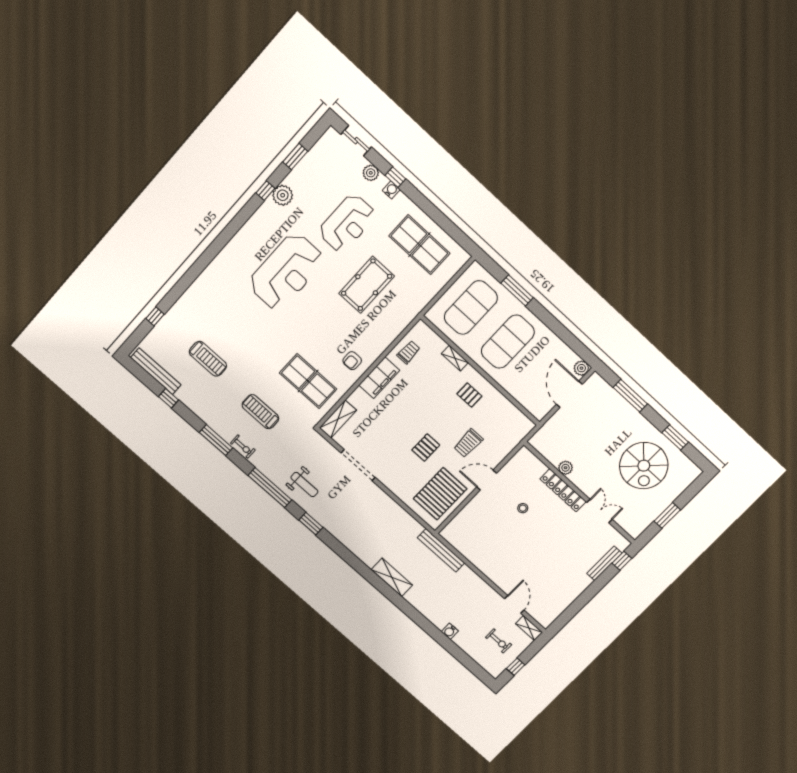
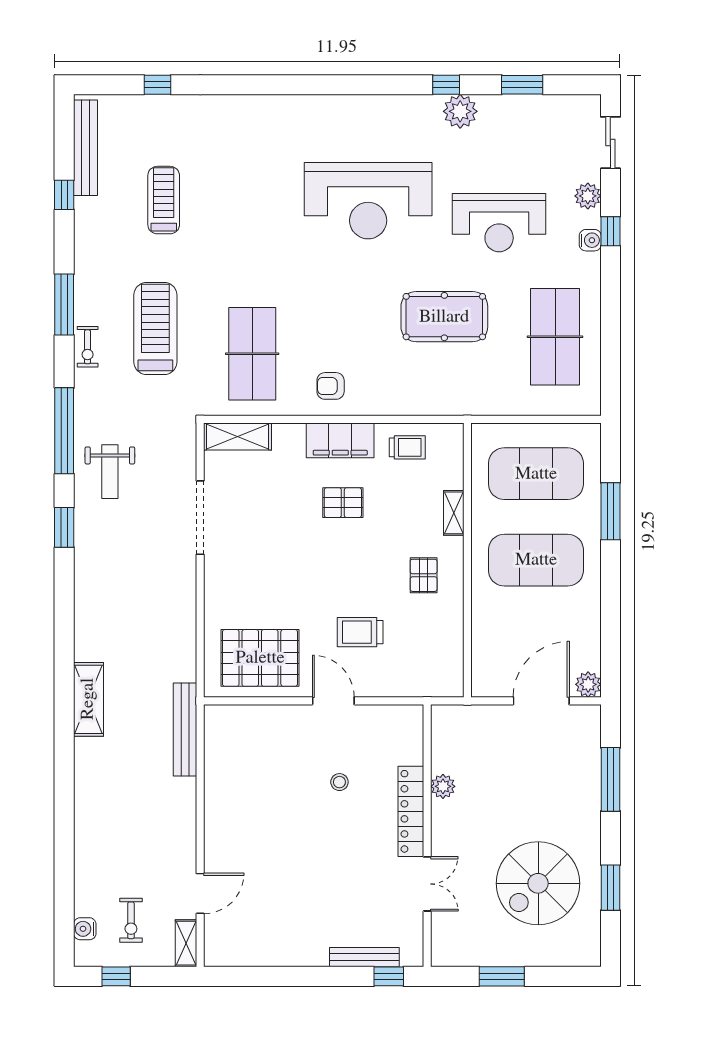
treadmill: (208, 359) -> (164, 200), turned 180
treadmill: (260, 412) -> (155, 328), width x1.37, depth x1.38
pallet: (426, 448) -> (343, 503), moved
water cooler: (450, 631) -> (85, 929), moved

